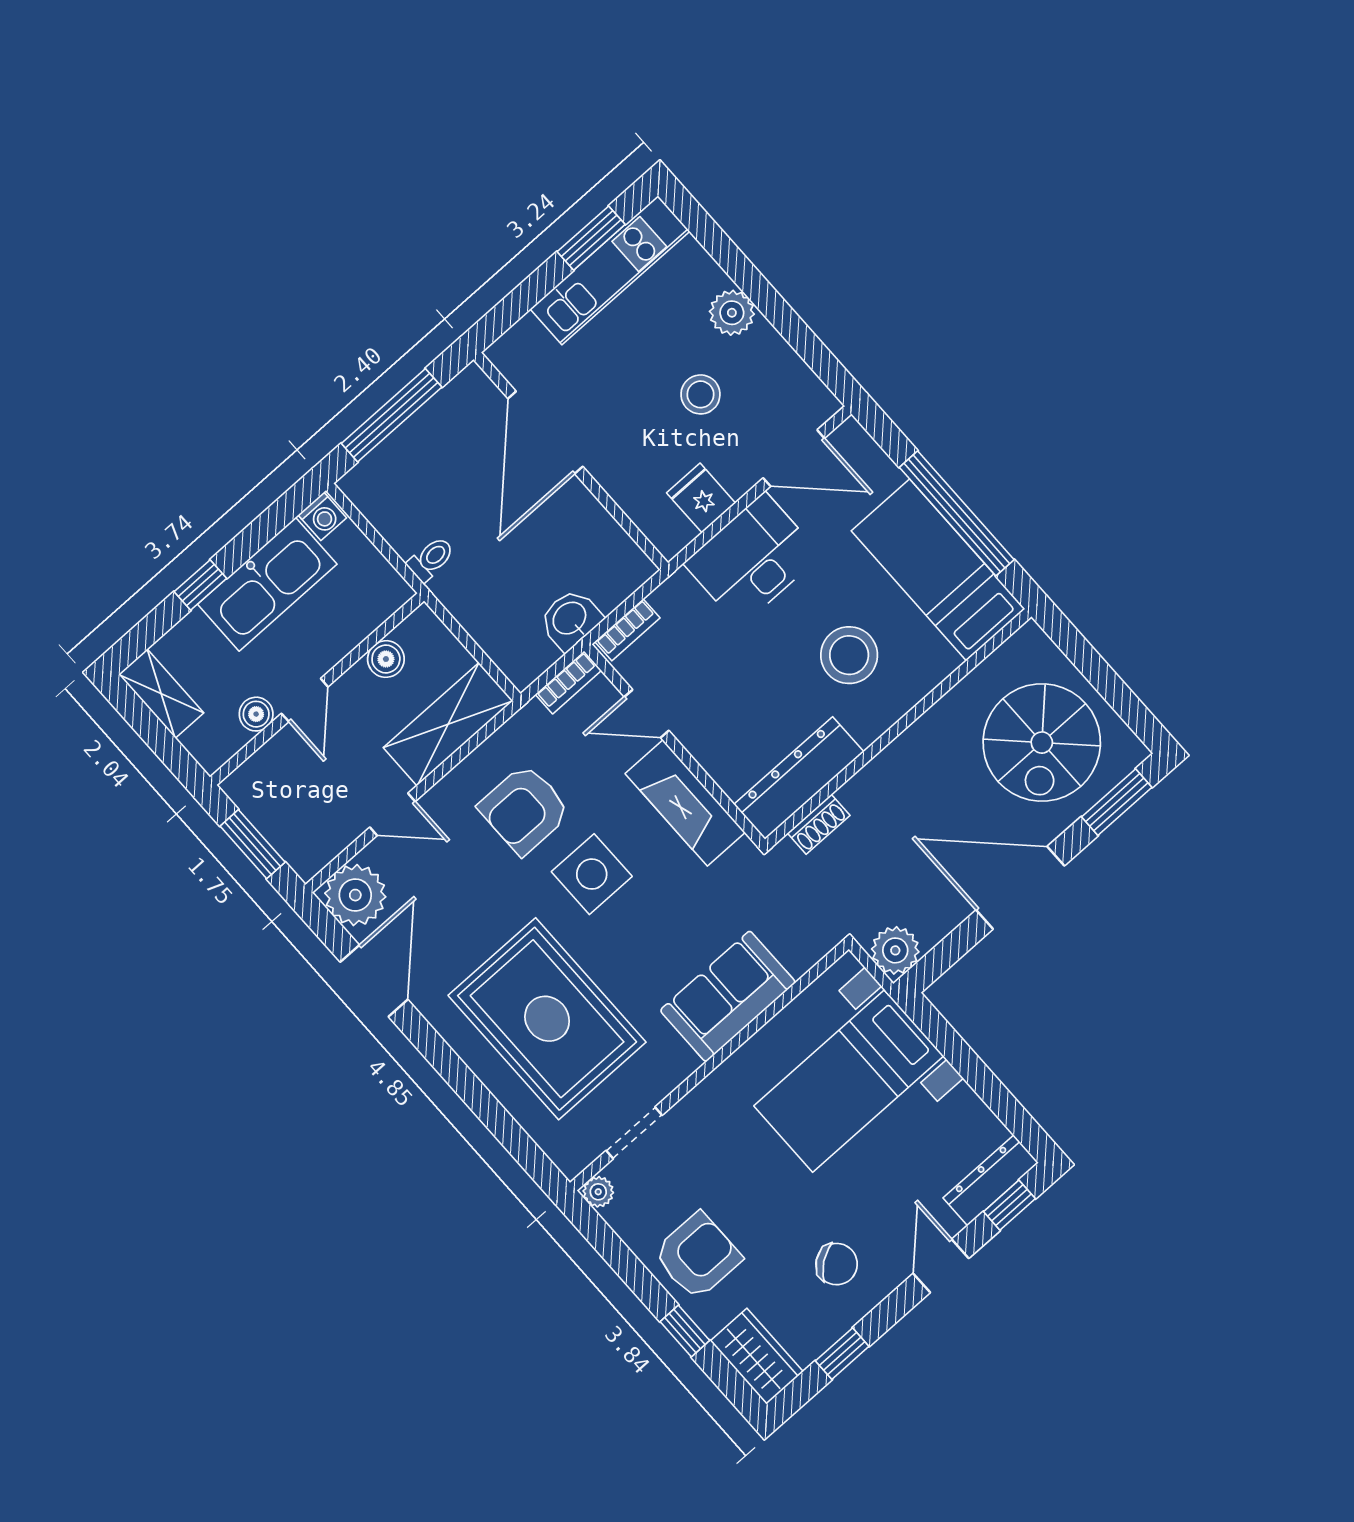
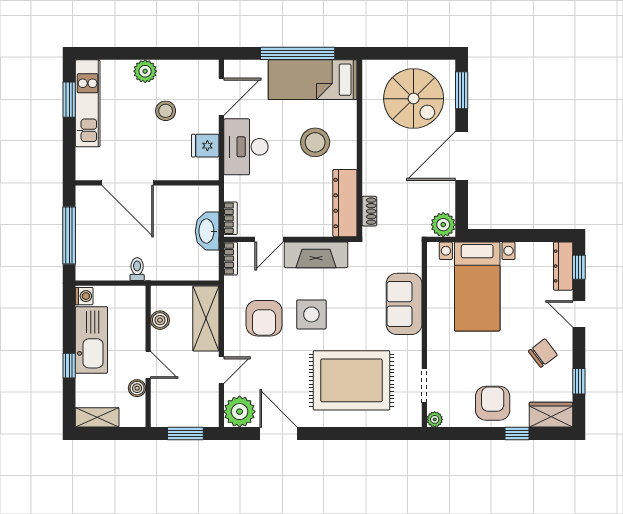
washbasin: (570, 619) -> (207, 231), width x1.38

